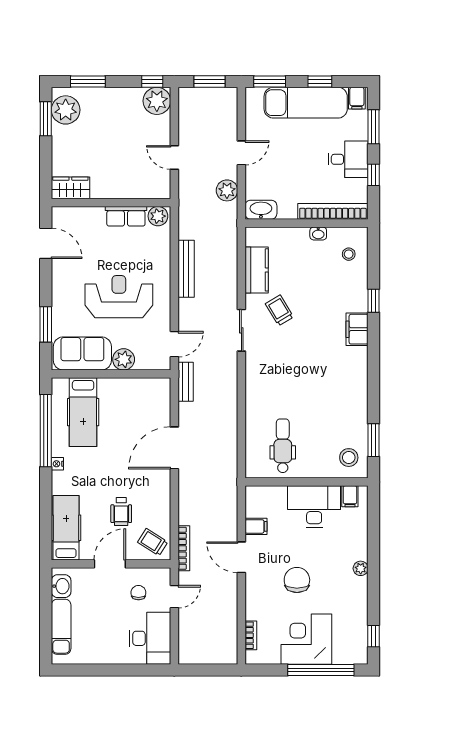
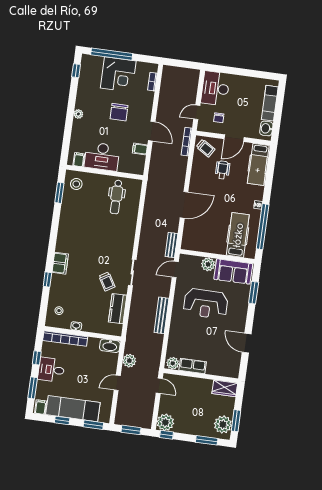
wardrobe: (70, 188) -> (225, 388), moved
wall: (111, 203) -> (201, 376), moved
row of seats: (126, 216) -> (193, 366), moved
plant: (158, 216) -> (173, 363), moved

